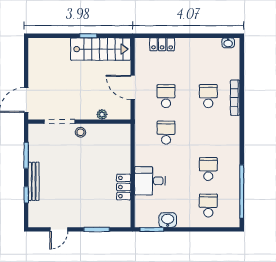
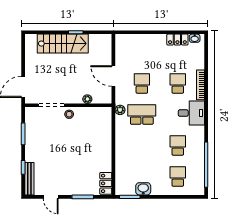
locker: (162, 44) -> (177, 40), moved
stairs: (101, 49) -> (63, 44), moved
plant: (140, 127) -> (120, 110), added
school desk: (166, 133) -> (142, 115), width x1.85
bench: (34, 181) -> (29, 179), moved
desk: (150, 181) -> (191, 113), moved, turned 180
locker: (124, 187) -> (106, 183), moved
door: (59, 229) -> (51, 197), hinge flipped

